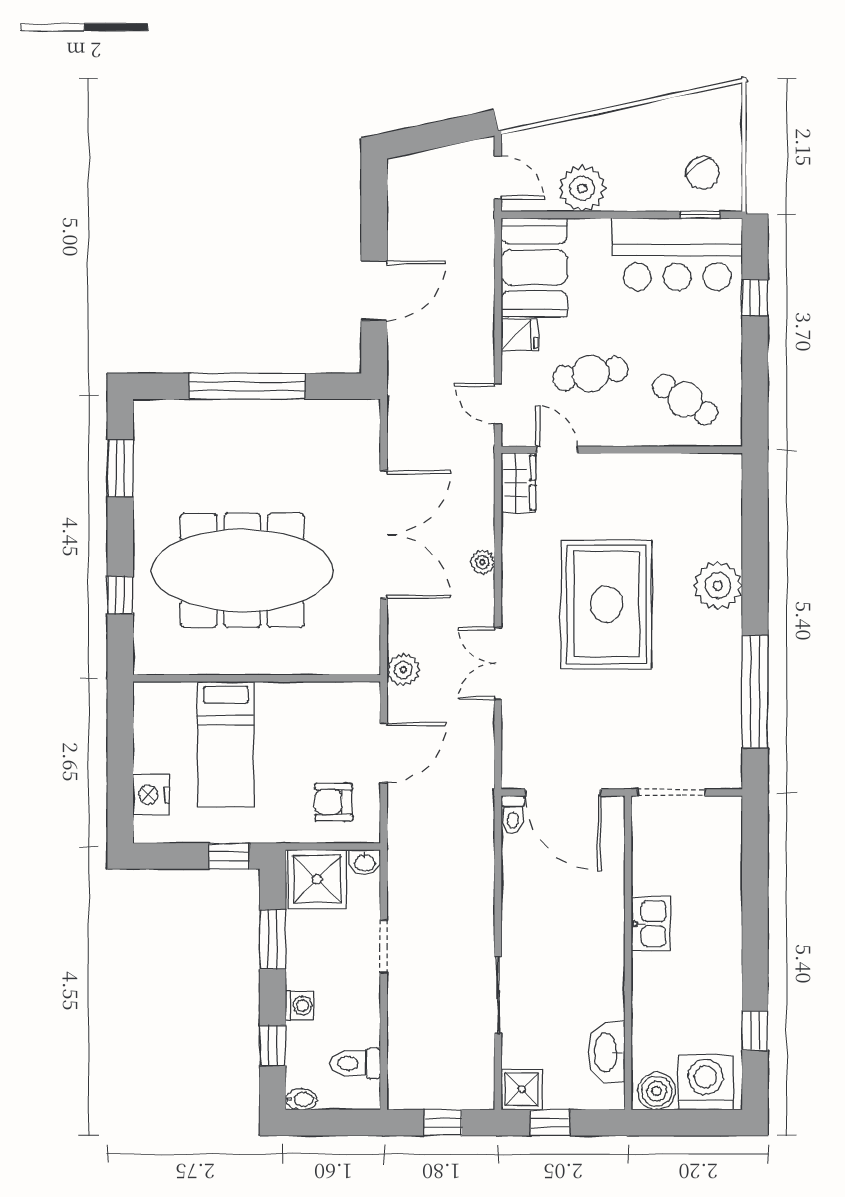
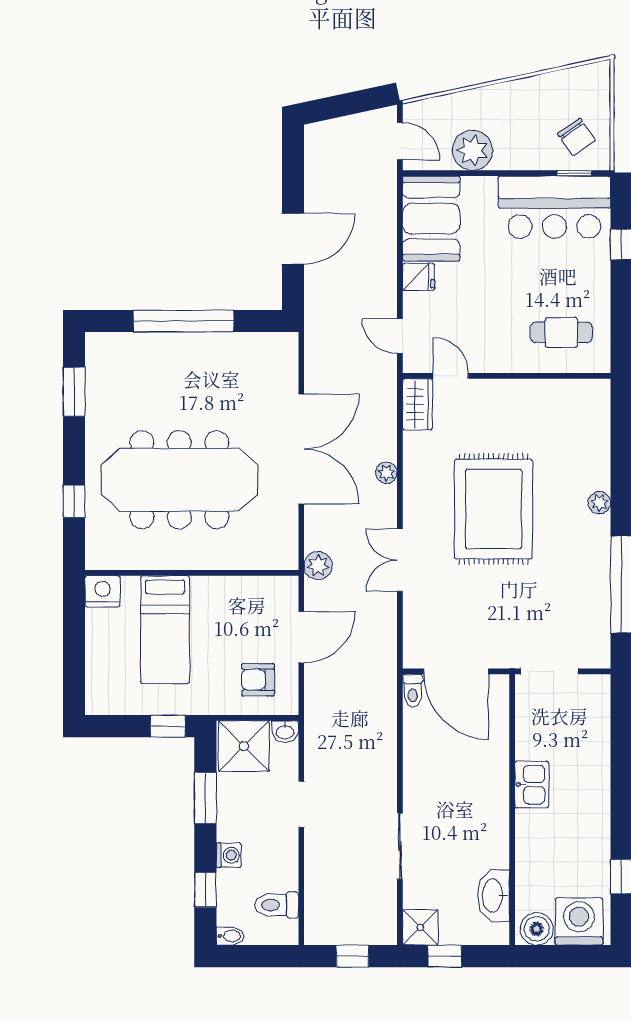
cafe table: (590, 374) -> (480, 310), removed
cafe table: (685, 400) -> (561, 332), turned -33
plant: (718, 586) -> (599, 503), width x0.53, depth x0.53
nightstand: (151, 795) -> (103, 591), moved, turned 90

